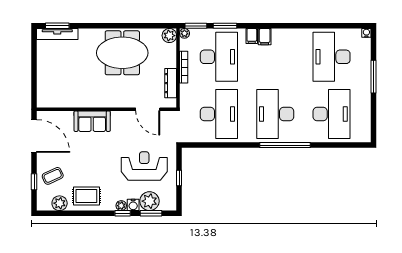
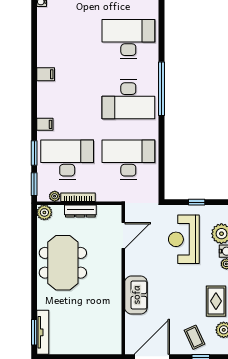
plant: (184, 33) -> (55, 196), moved
filing cabinet: (265, 37) -> (46, 74), moved
desk: (332, 57) -> (67, 39), removed
dresser: (171, 83) -> (80, 211), moved

